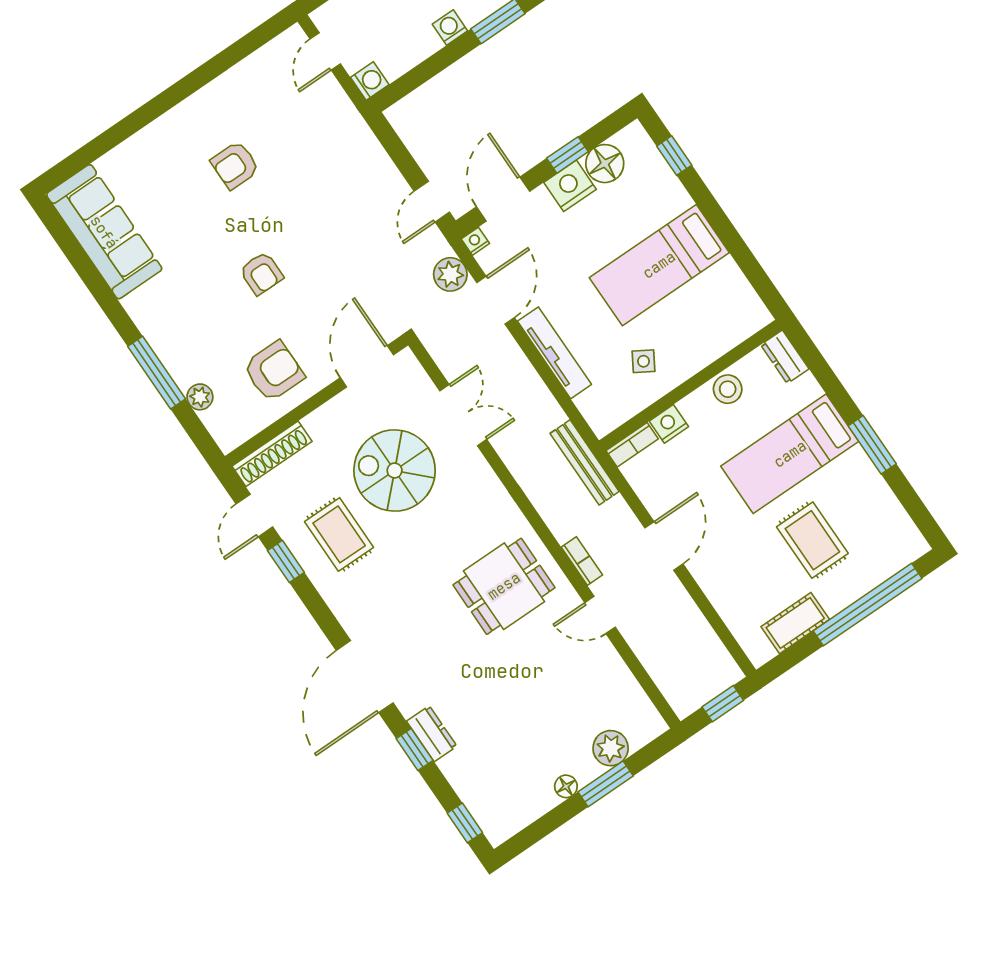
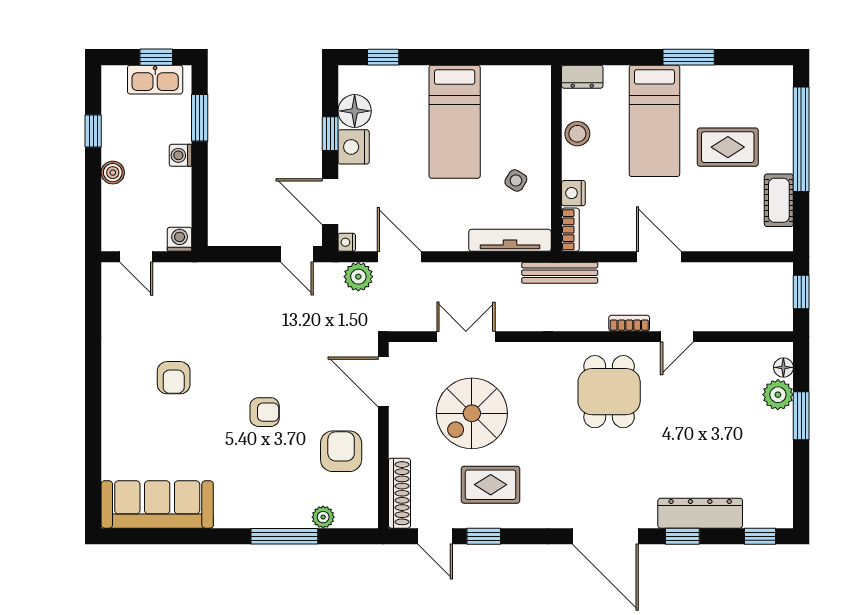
tv unit: (554, 353) -> (510, 240), moved
dresser: (432, 734) -> (700, 513), width x1.96, depth x1.24
floor lamp: (566, 786) -> (783, 367), moved

